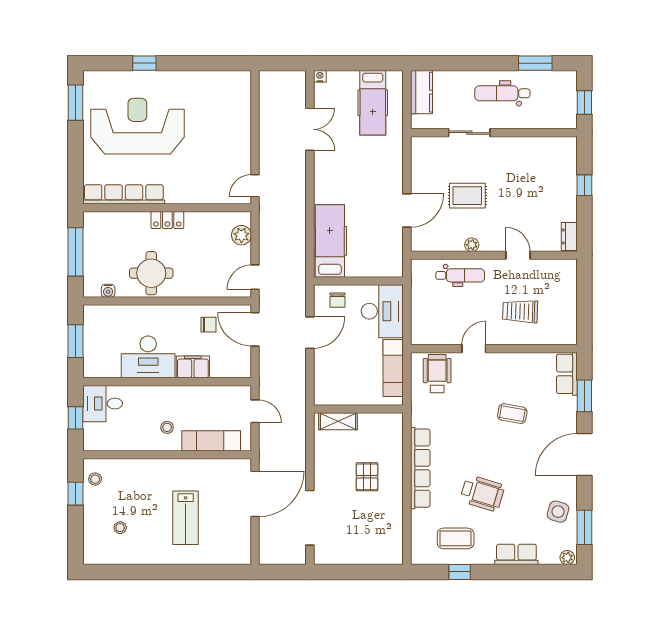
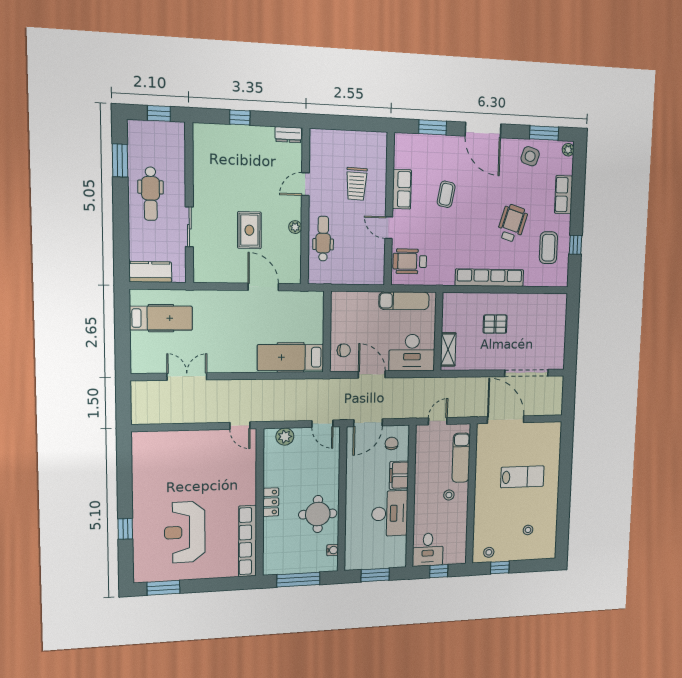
nightstand: (320, 76) -> (136, 368), removed
reception desk: (137, 126) -> (185, 532), width x0.74, depth x0.77
desk: (382, 311) -> (412, 353), moved, turned 180
chair: (208, 325) -> (392, 443), moved
row of seats: (567, 374) -> (402, 189), moved, turned -90

